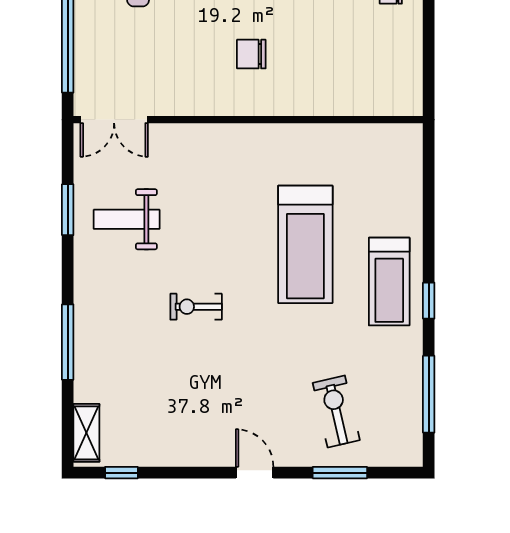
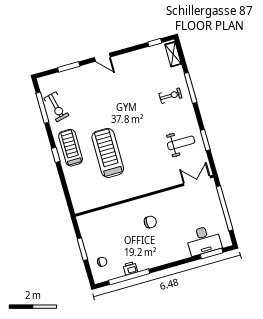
window: (429, 35) -> (82, 249), added
window: (429, 301) -> (56, 155), moved
exercise bike: (196, 307) -> (171, 96), moved
exercise bike: (336, 411) -> (56, 107), moved

